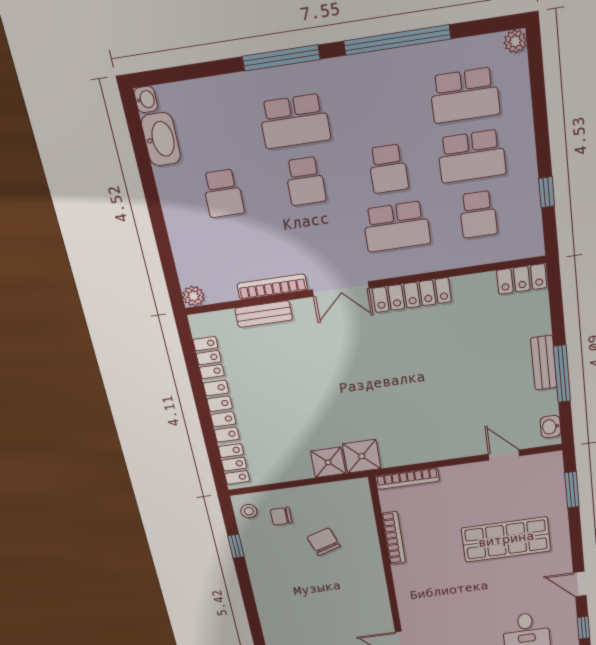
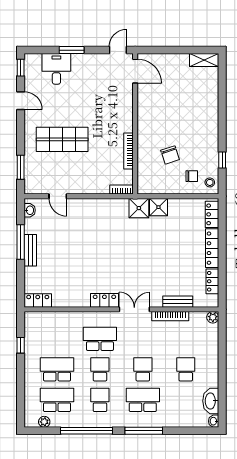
plant: (515, 41) -> (44, 422), moved
school desk: (478, 215) -> (100, 400), moved
locker: (412, 295) -> (104, 300), width x0.66
bookcase: (407, 479) -> (121, 190), width x0.64

